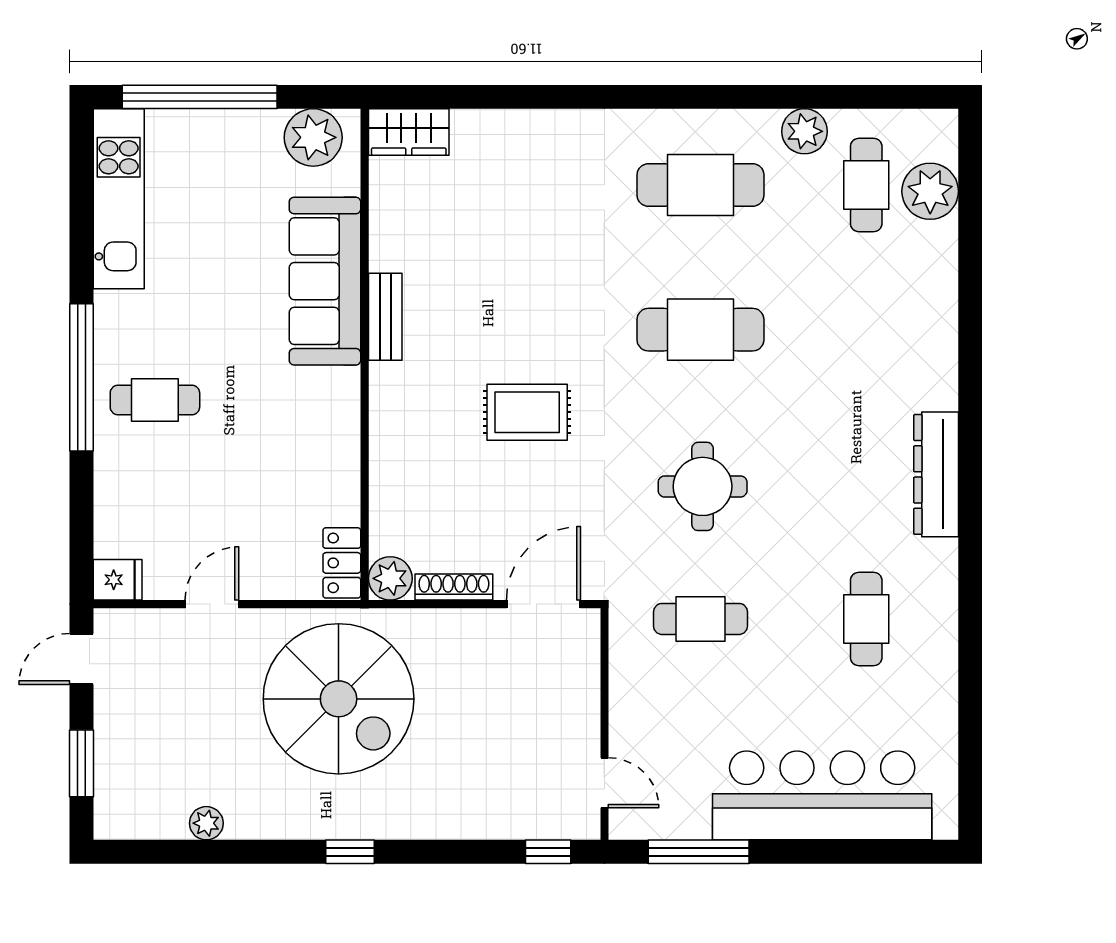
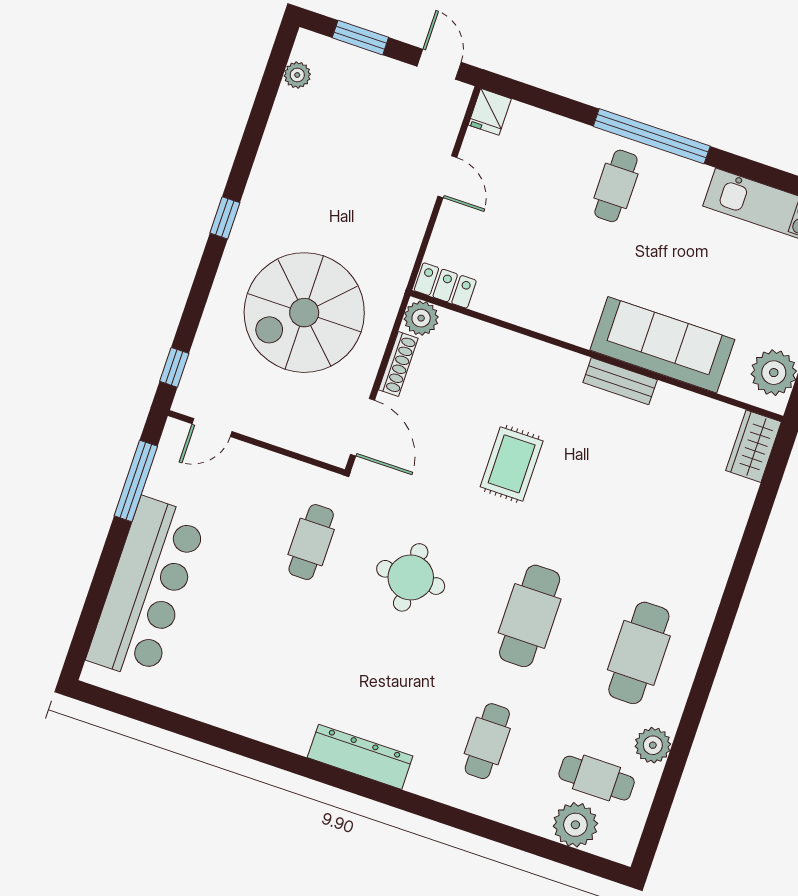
cafe table: (866, 619) -> (487, 741), moved, turned 90
spiral stairs: (339, 699) -> (304, 313), moved
plant: (206, 823) -> (297, 75), moved

